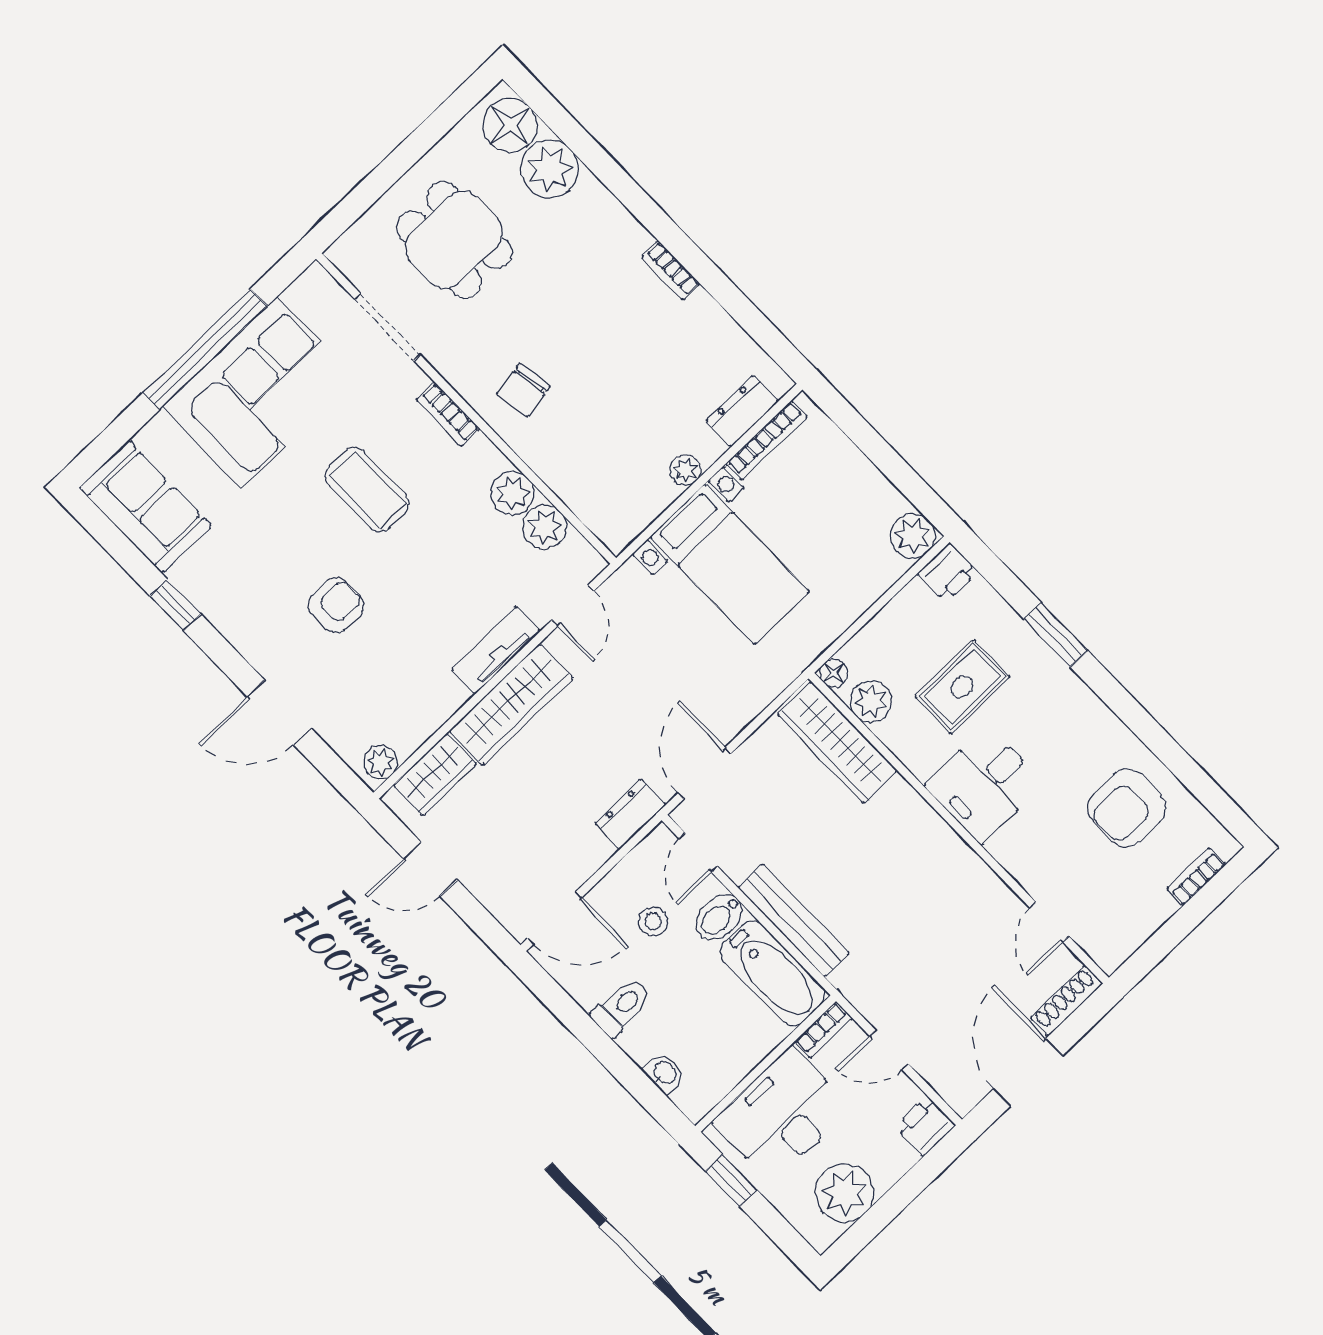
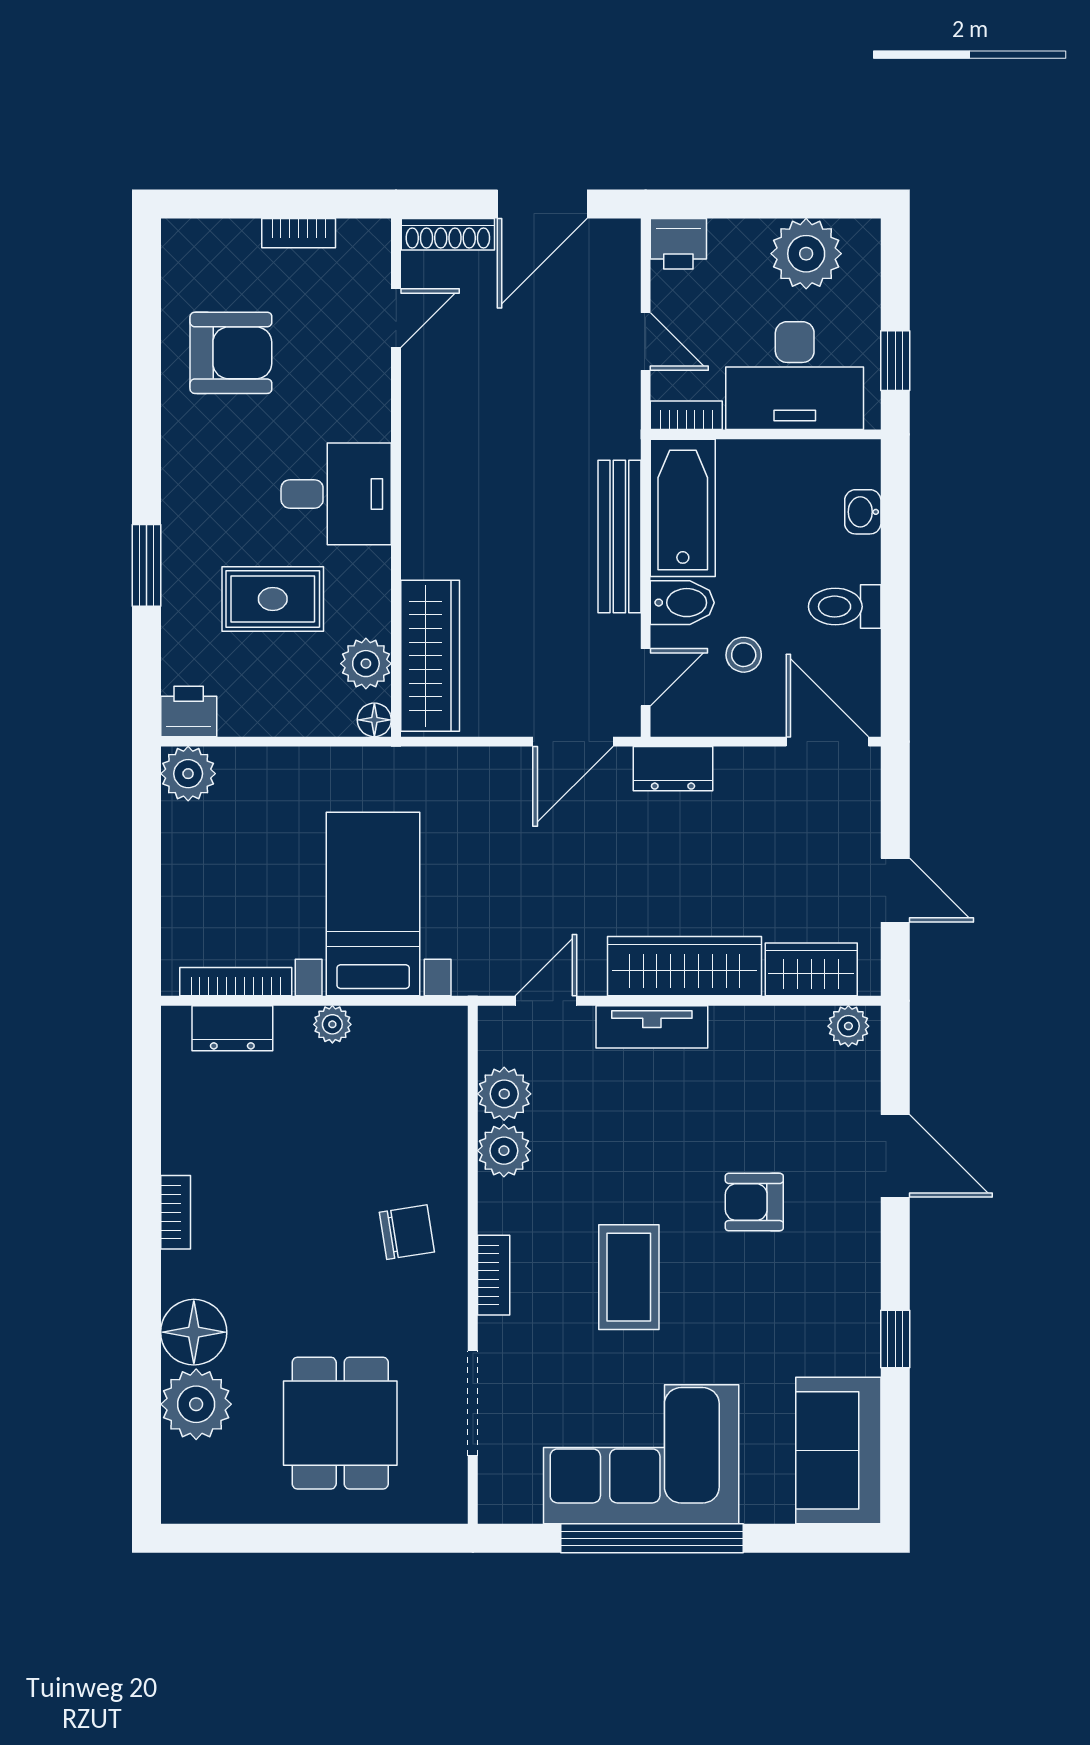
floor lamp: (510, 125) -> (194, 1332), moved
bookcase: (1196, 877) -> (299, 233), moved

